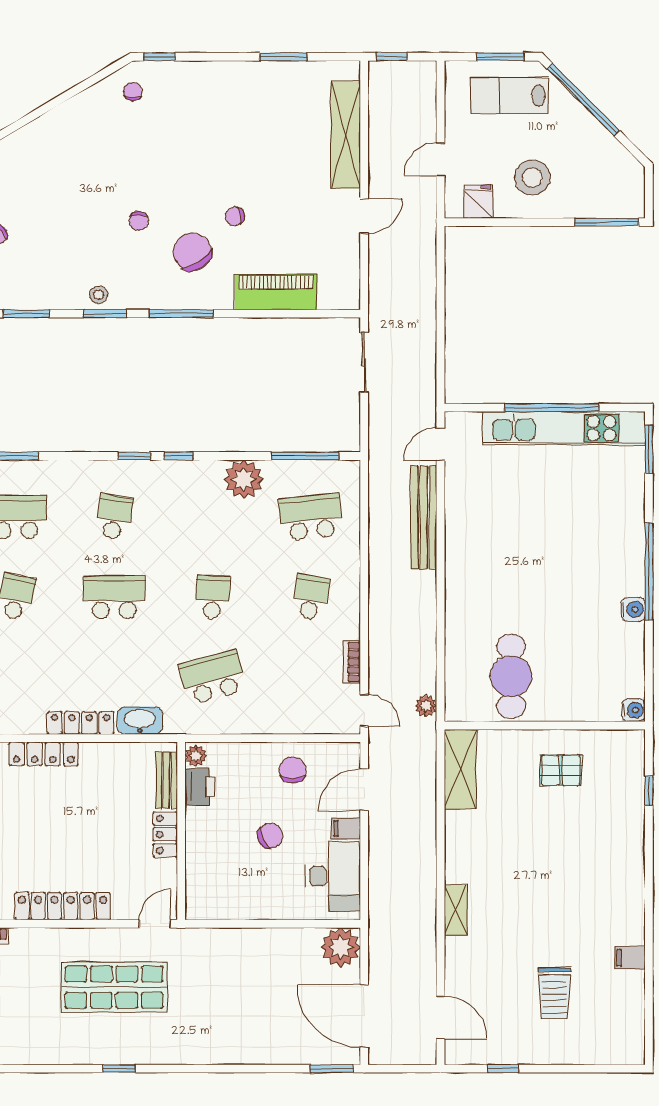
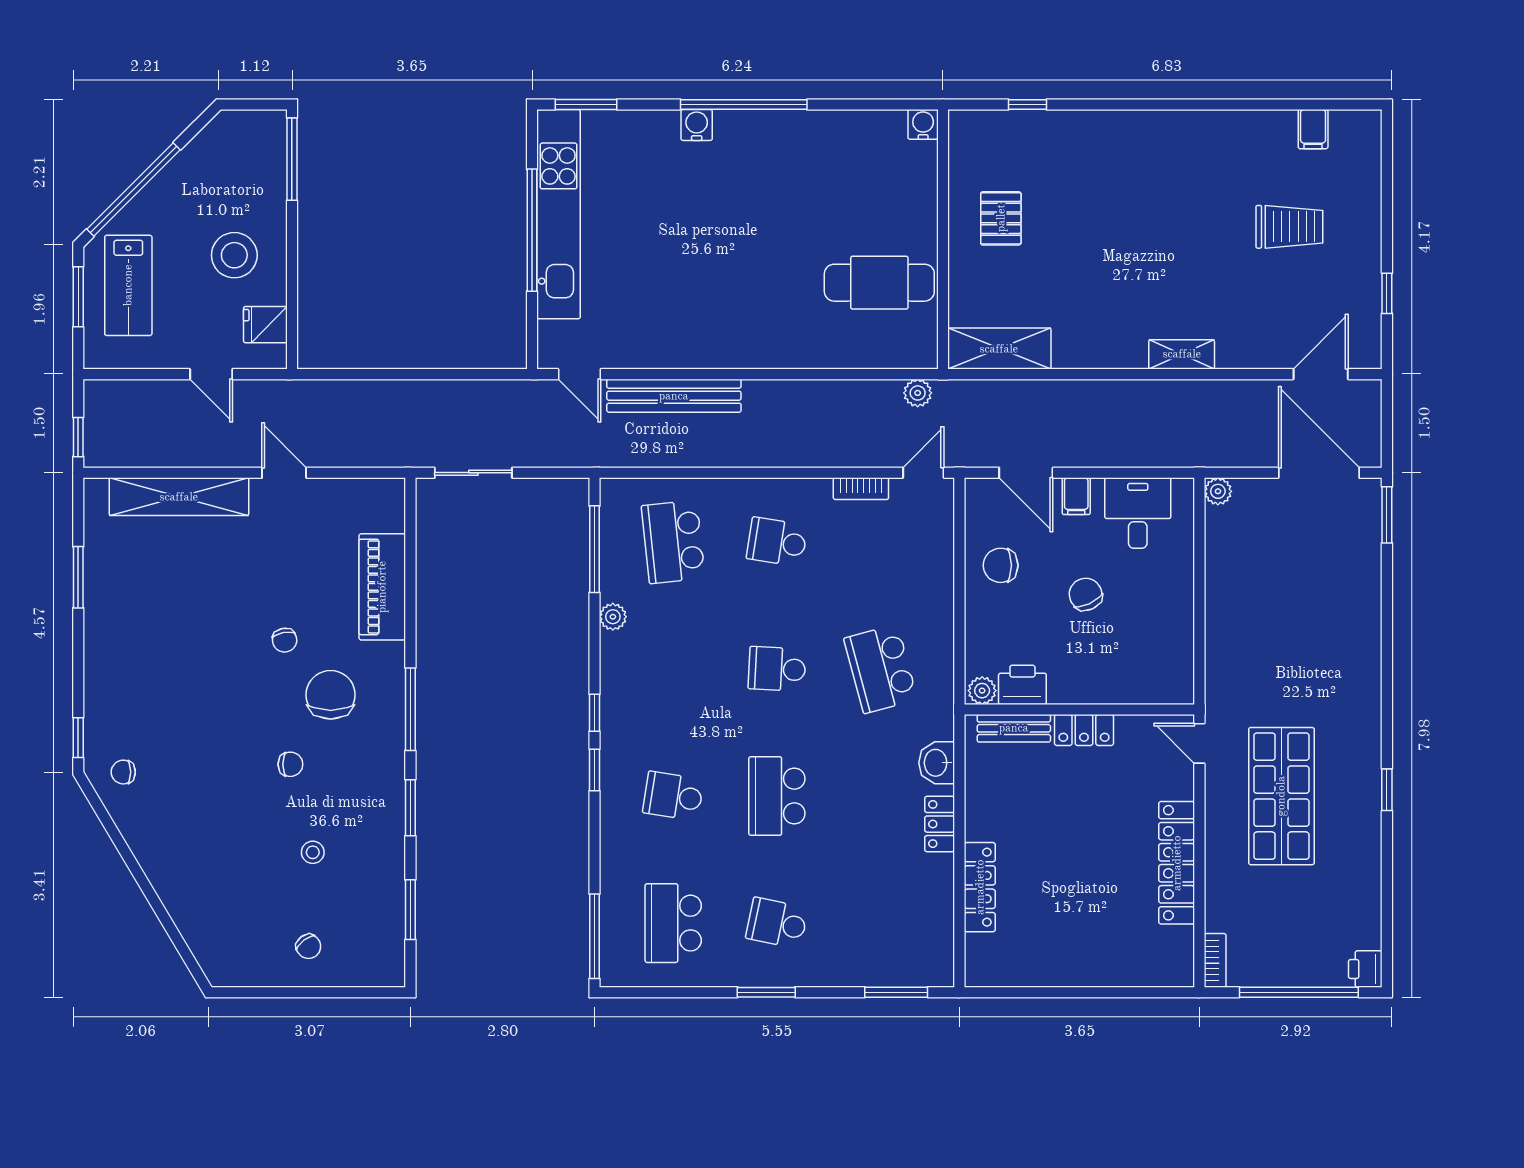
chair: (192, 252) -> (331, 695), turned 123
stool: (98, 295) -> (313, 852), moved
plant: (244, 479) -> (613, 617), width x0.53, depth x0.53
water cooler: (633, 609) -> (697, 125), moved
washbasin: (140, 721) -> (937, 763), width x0.72
locker: (81, 723) -> (940, 824), width x0.66
desk: (333, 876) -> (1138, 513), width x0.73
plant: (341, 947) -> (1218, 491), width x0.53, depth x0.53
filing cabinet: (630, 958) -> (1313, 129), moved
door: (364, 1016) -> (1319, 473), swing flipped

